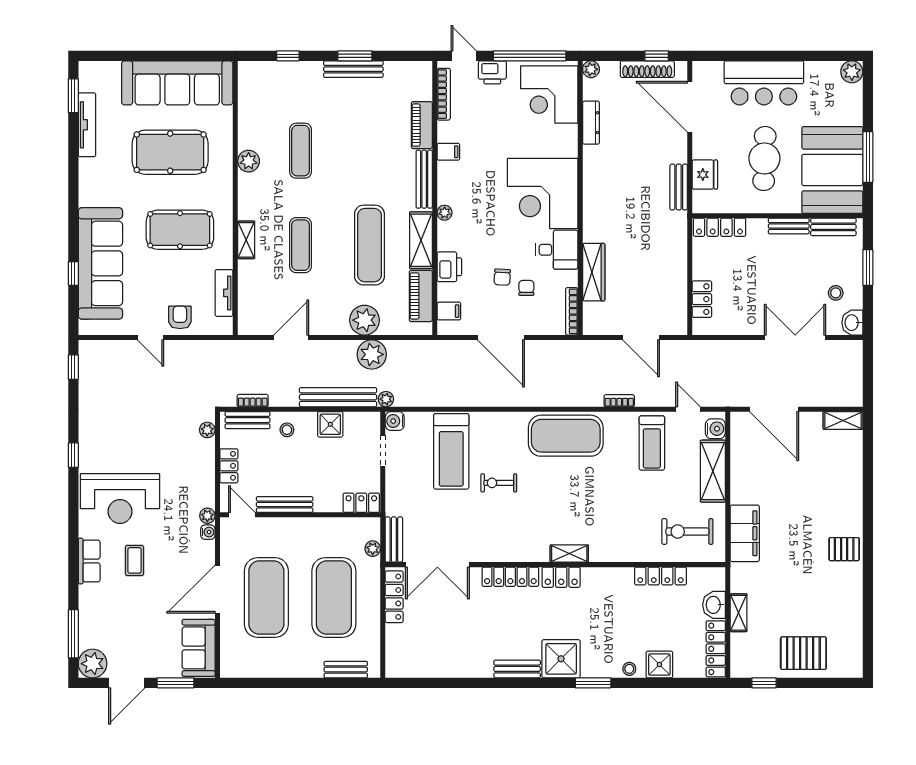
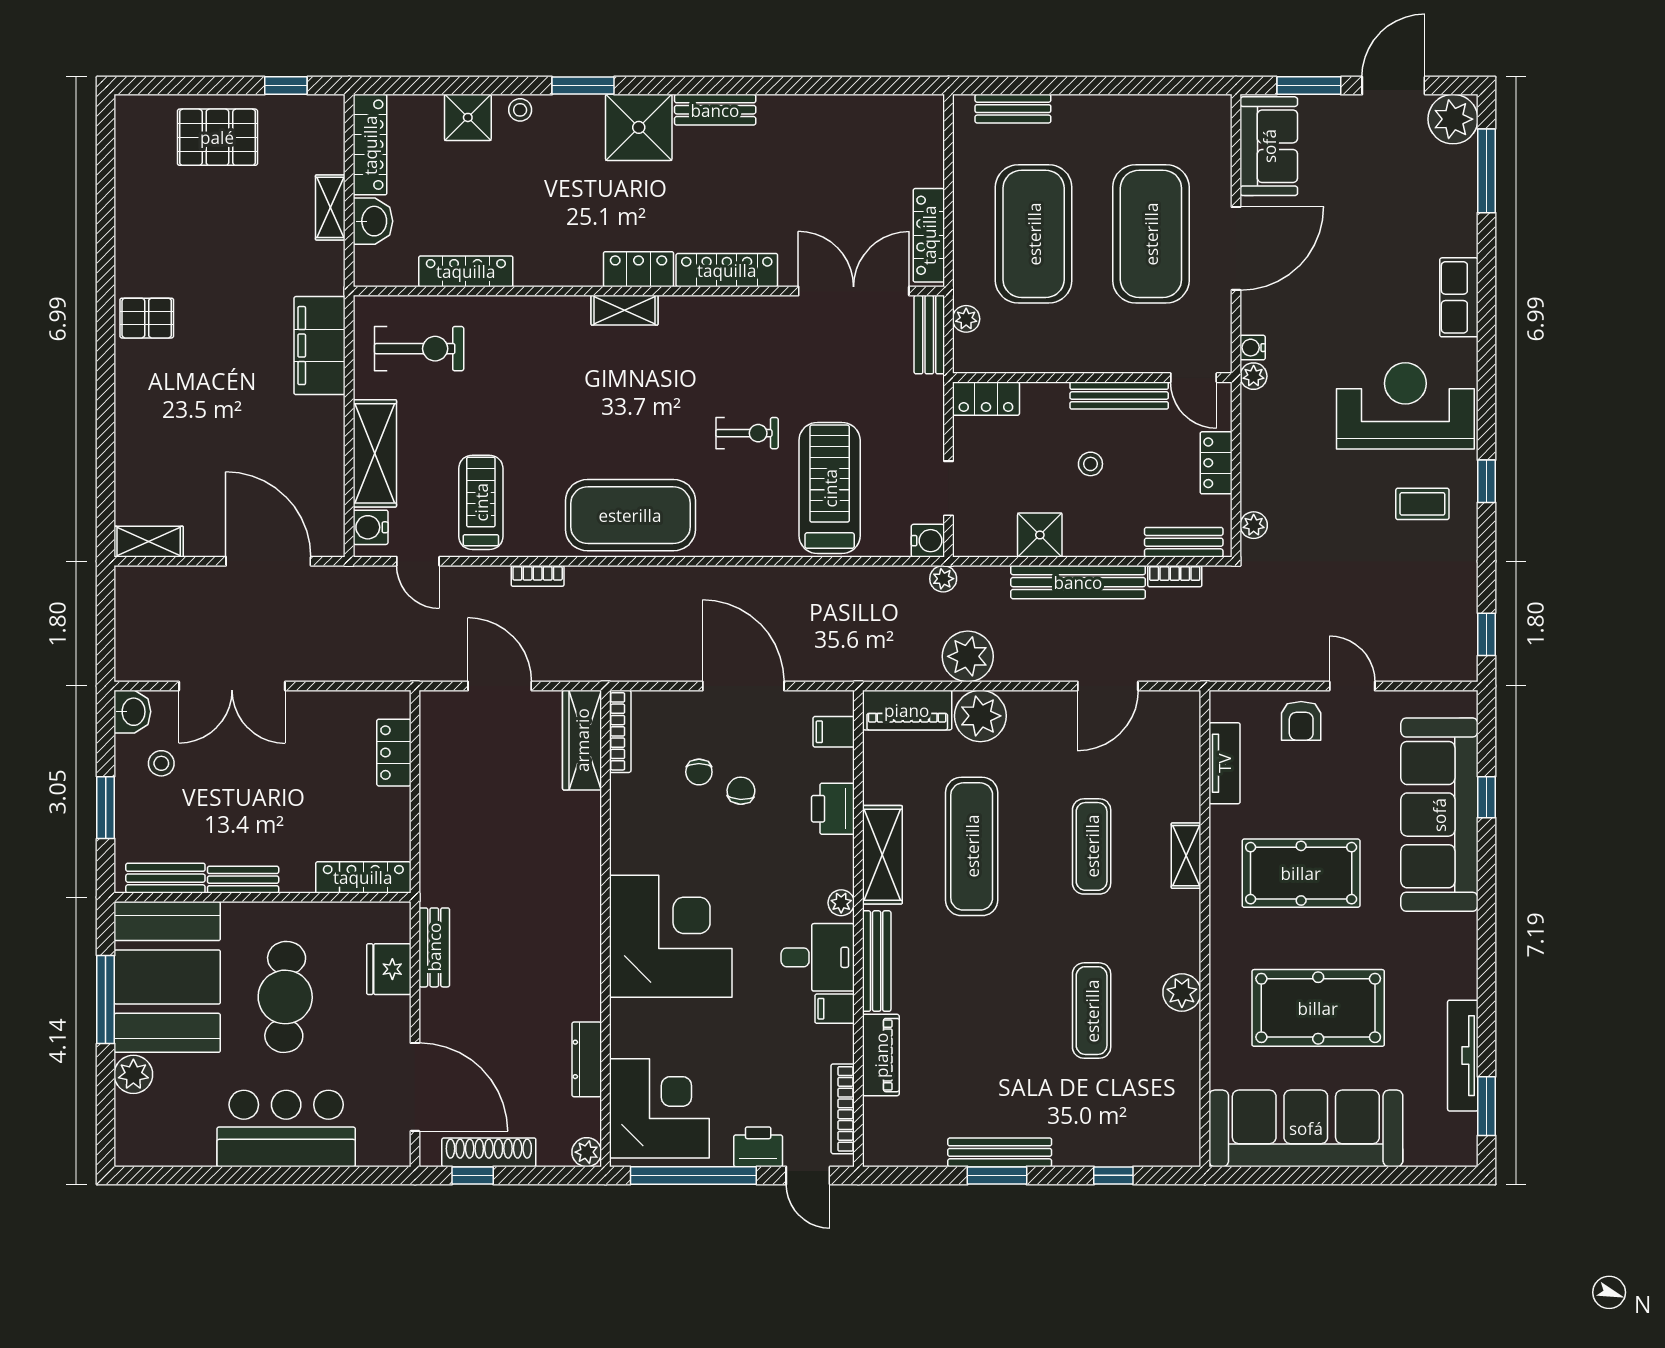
plant: (852, 72) -> (133, 1074), moved
desk: (557, 250) -> (818, 957), moved, turned 180
wardrobe: (594, 272) -> (582, 740), moved
piano: (421, 296) -> (907, 710), moved, turned 90
bench: (338, 397) -> (1078, 582), moved
stool: (287, 430) -> (1090, 464), moved
coffee table: (135, 560) -> (1422, 504), moved, turned 90

